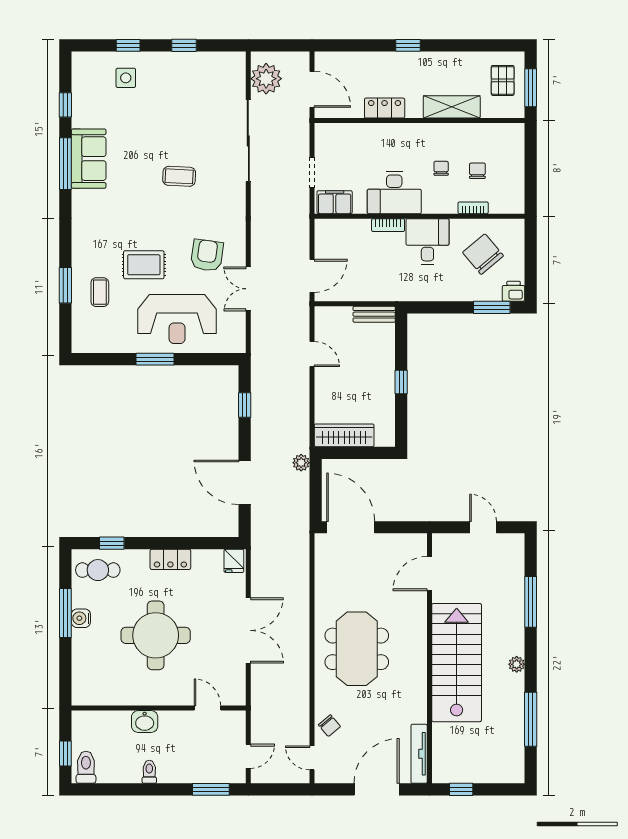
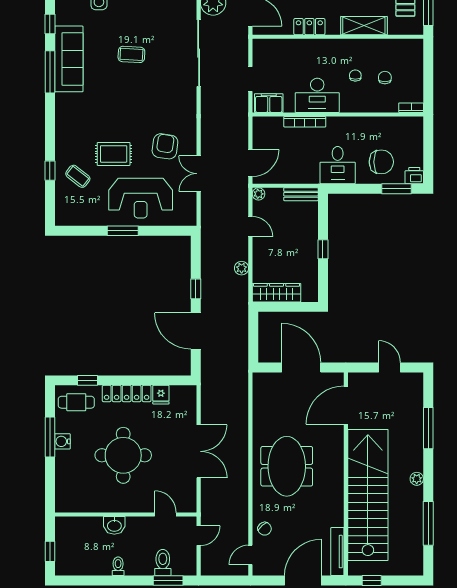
sofa: (89, 159) -> (69, 59), width x1.36
coffee table: (179, 176) -> (131, 54), moved
bookcase: (473, 208) -> (411, 108), moved
bookcase: (388, 225) -> (305, 122), width x1.56
desk: (427, 242) -> (338, 165), moved, turned 180
chair: (483, 254) -> (381, 162), moved, turned 130
window: (65, 285) -> (50, 171), width x0.67
coffee table: (100, 292) -> (78, 176), turned -52
plant: (322, 314) -> (259, 194), added
window: (245, 405) -> (196, 289), moved
plant: (301, 463) -> (242, 268), moved
door: (351, 527) -> (301, 367), moved
locker: (170, 559) -> (127, 394), width x1.53
fridge: (234, 561) -> (161, 395), moved
door: (429, 574) -> (346, 405), width x1.36
stairs: (457, 663) -> (368, 495), width x1.36
door: (248, 756) -> (199, 536), moved
door: (312, 758) -> (250, 555), hinge flipped
toilet: (86, 767) -> (163, 563), moved

